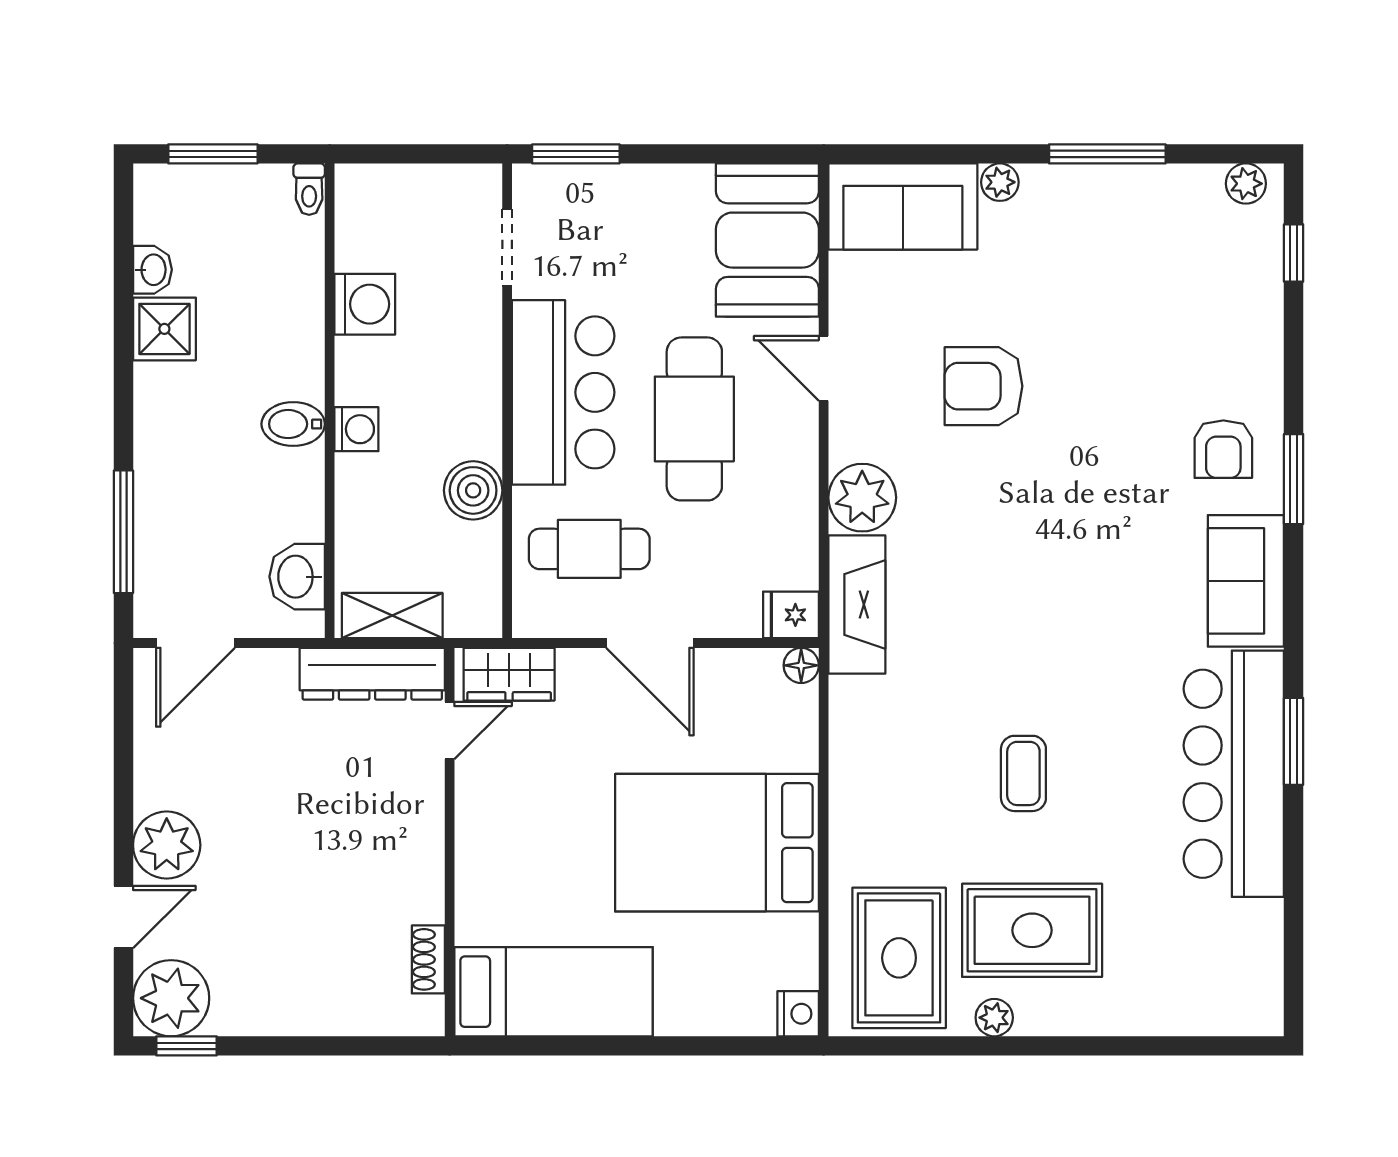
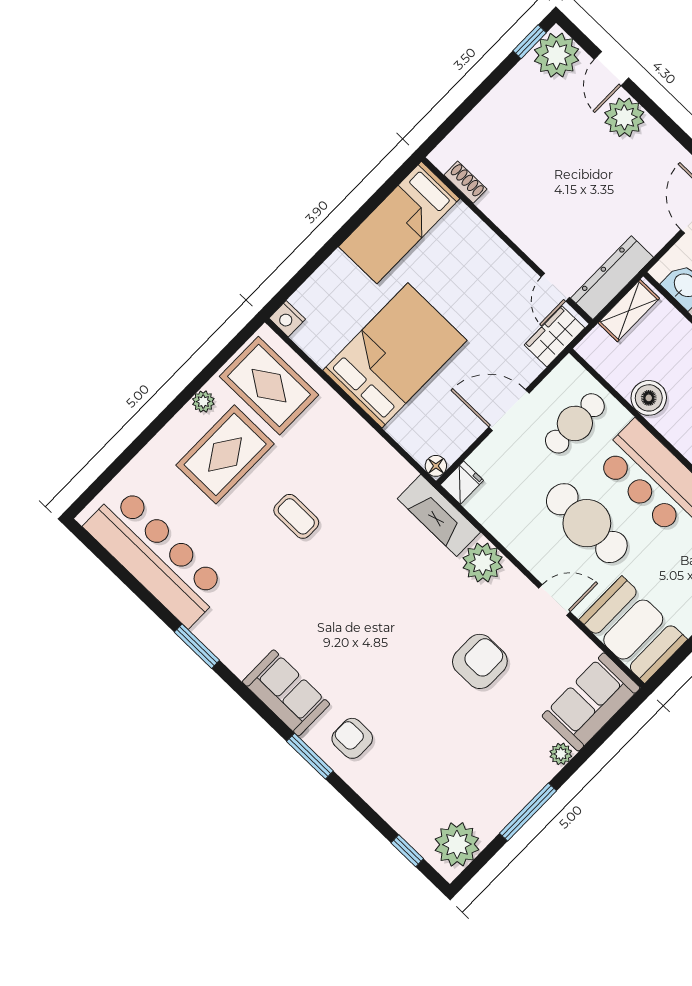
plant: (1246, 184) -> (457, 844), width x1.88, depth x1.88
bar counter: (1234, 774) -> (156, 556), moved

